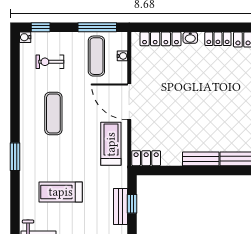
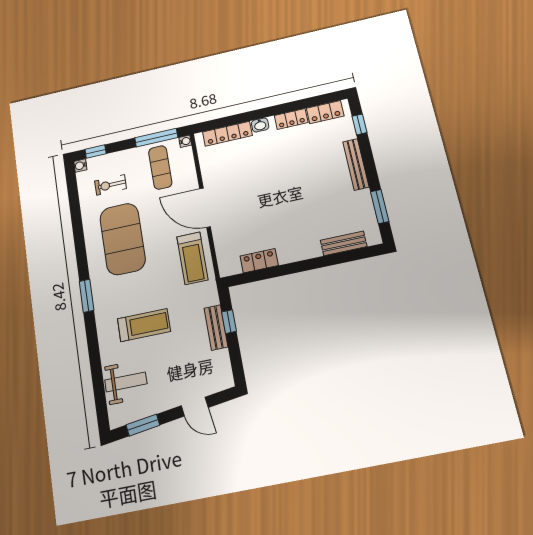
water cooler: (122, 56) -> (185, 141), moved
exercise mat: (53, 114) -> (123, 239), width x2.00, depth x1.45
treadmill: (111, 144) -> (192, 258), turned 180
locker: (146, 158) -> (259, 261), moved
bench: (201, 159) -> (299, 253), removed
treadmill: (61, 192) -> (144, 325), turned 180

